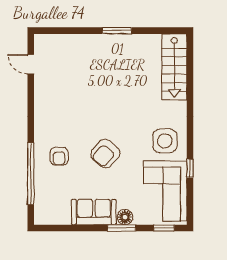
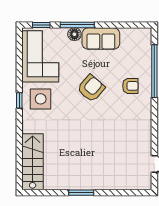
armchair: (59, 156) -> (130, 86), turned 90
window: (190, 168) -> (19, 100), moved
window: (122, 228) -> (77, 25), width x1.44

